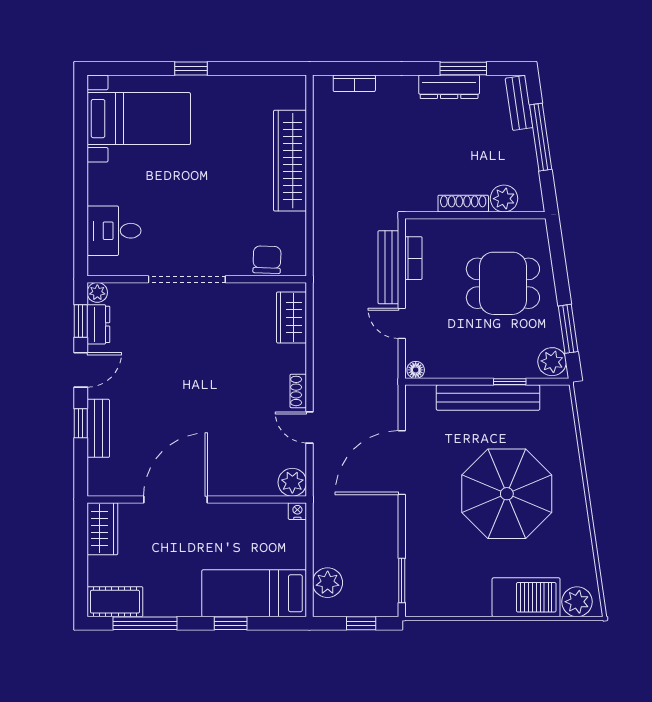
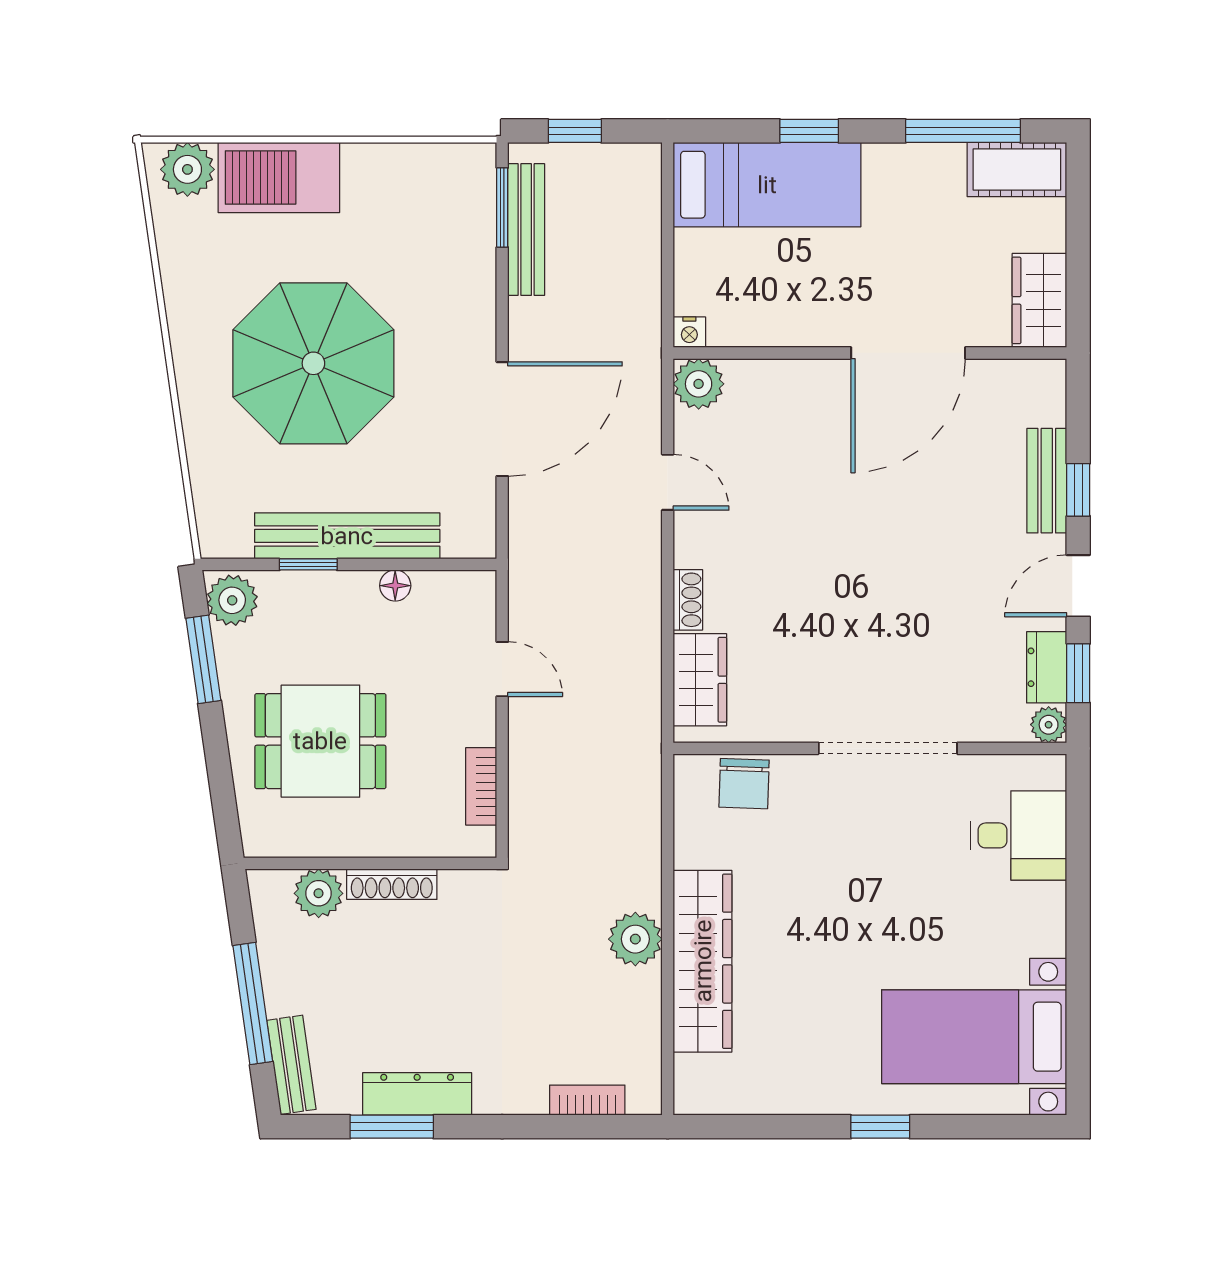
bench: (388, 267) -> (526, 230), moved
floor lamp: (416, 370) -> (395, 586), moved
shoe rack: (298, 391) -> (688, 600), moved
plant: (328, 583) -> (635, 939), moved

